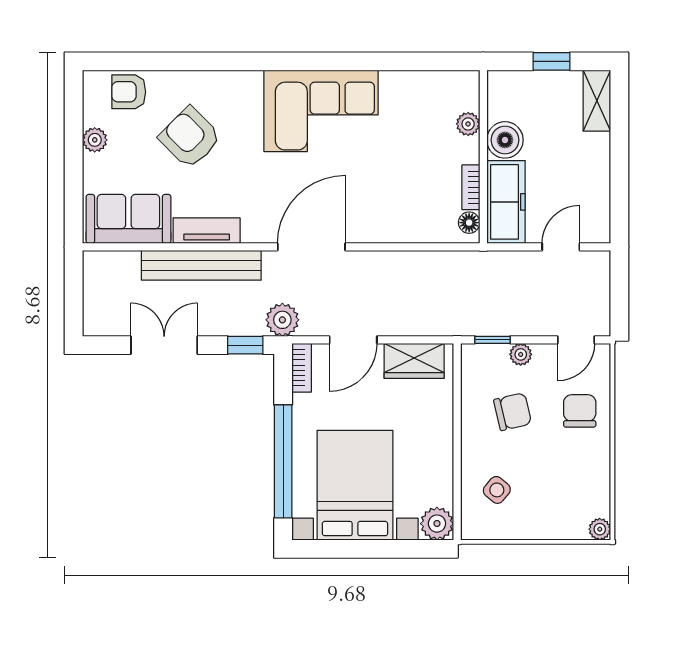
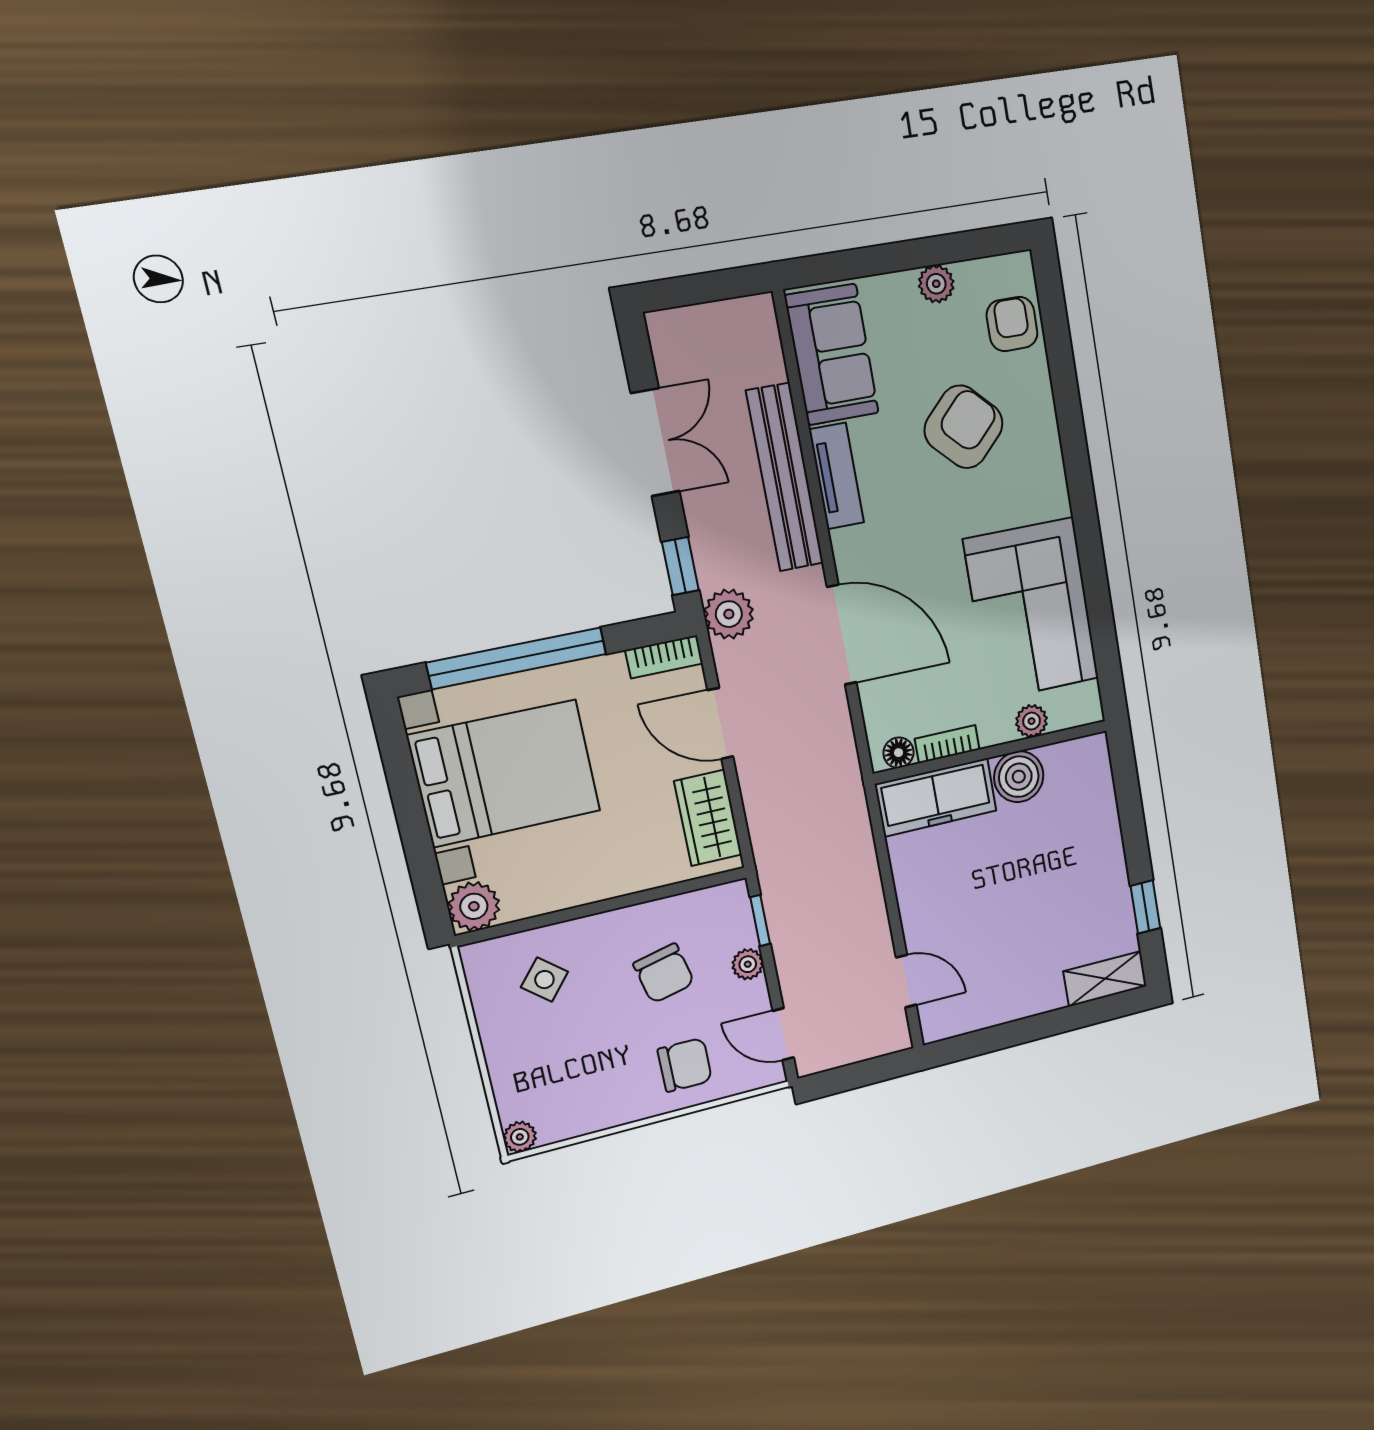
plant: (468, 124) -> (1032, 721), moved
boiler: (505, 140) -> (1019, 777), moved
wall: (483, 157) -> (991, 752), moved
bookcase: (471, 187) -> (947, 744), moved
freezer: (506, 202) -> (936, 797), moved
floor lamp: (469, 223) -> (899, 753), moved

